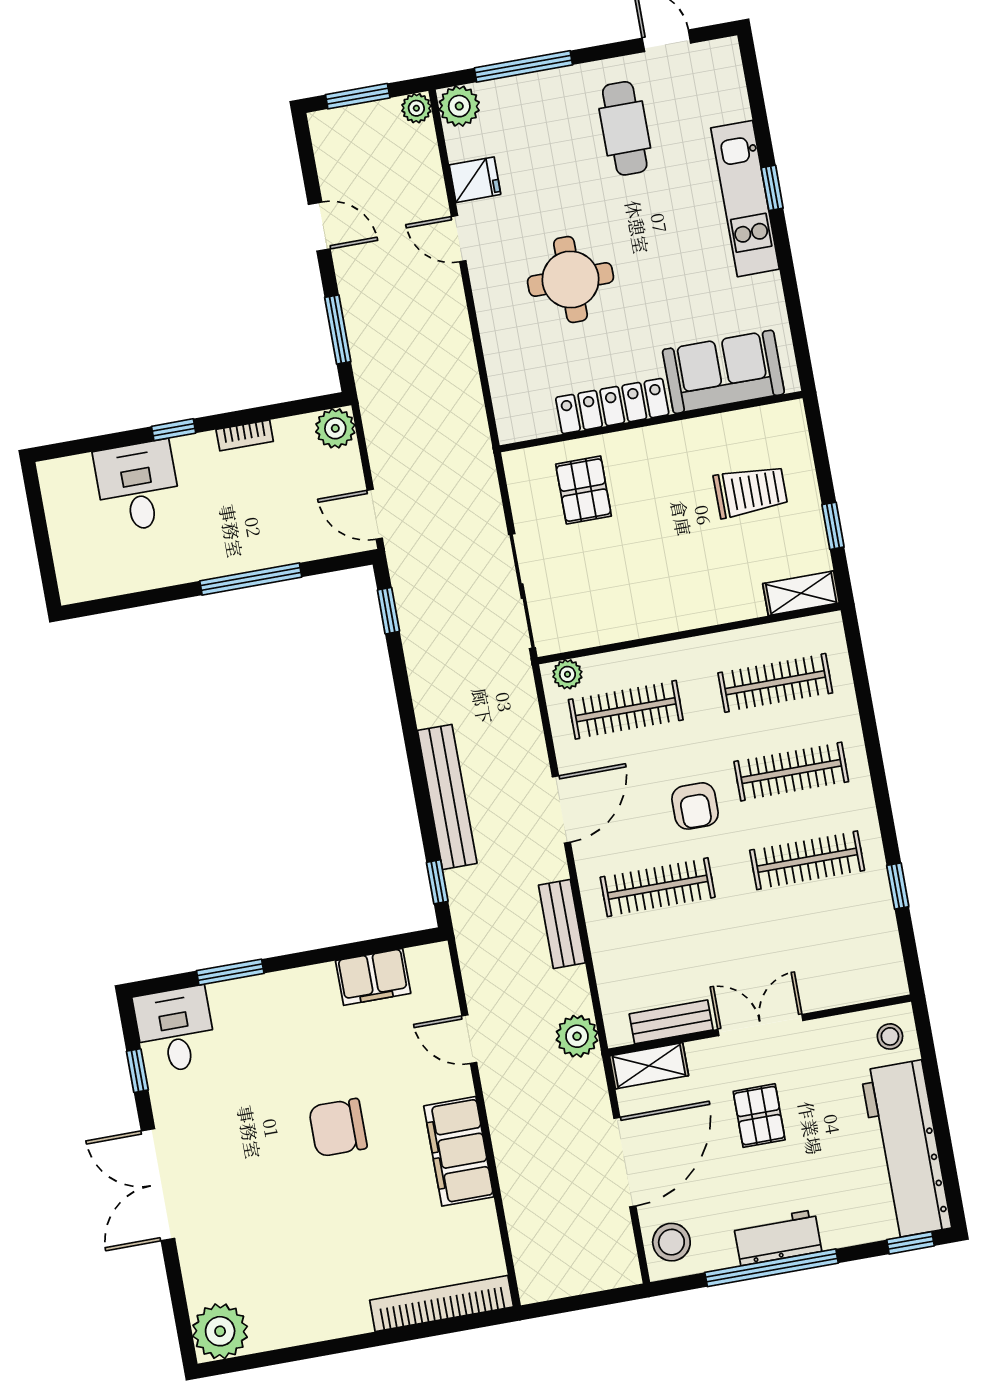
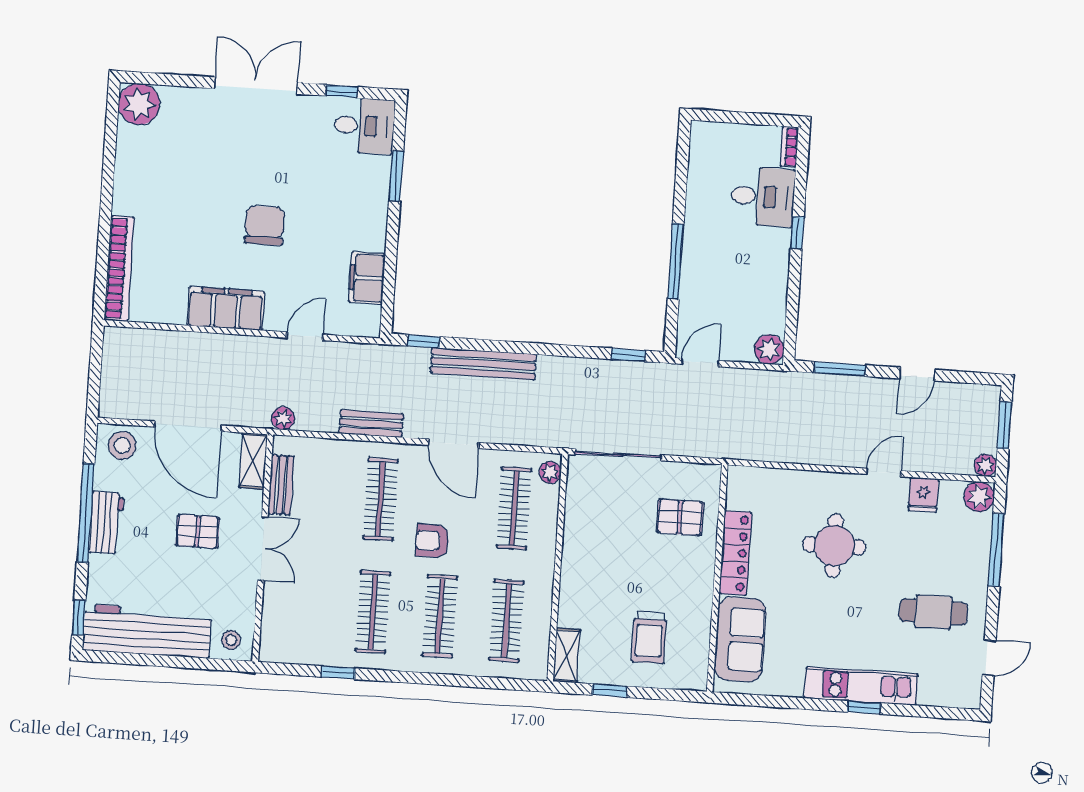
bookcase: (245, 435) -> (789, 147), moved
plant: (577, 1036) -> (283, 418), width x0.73, depth x0.73

